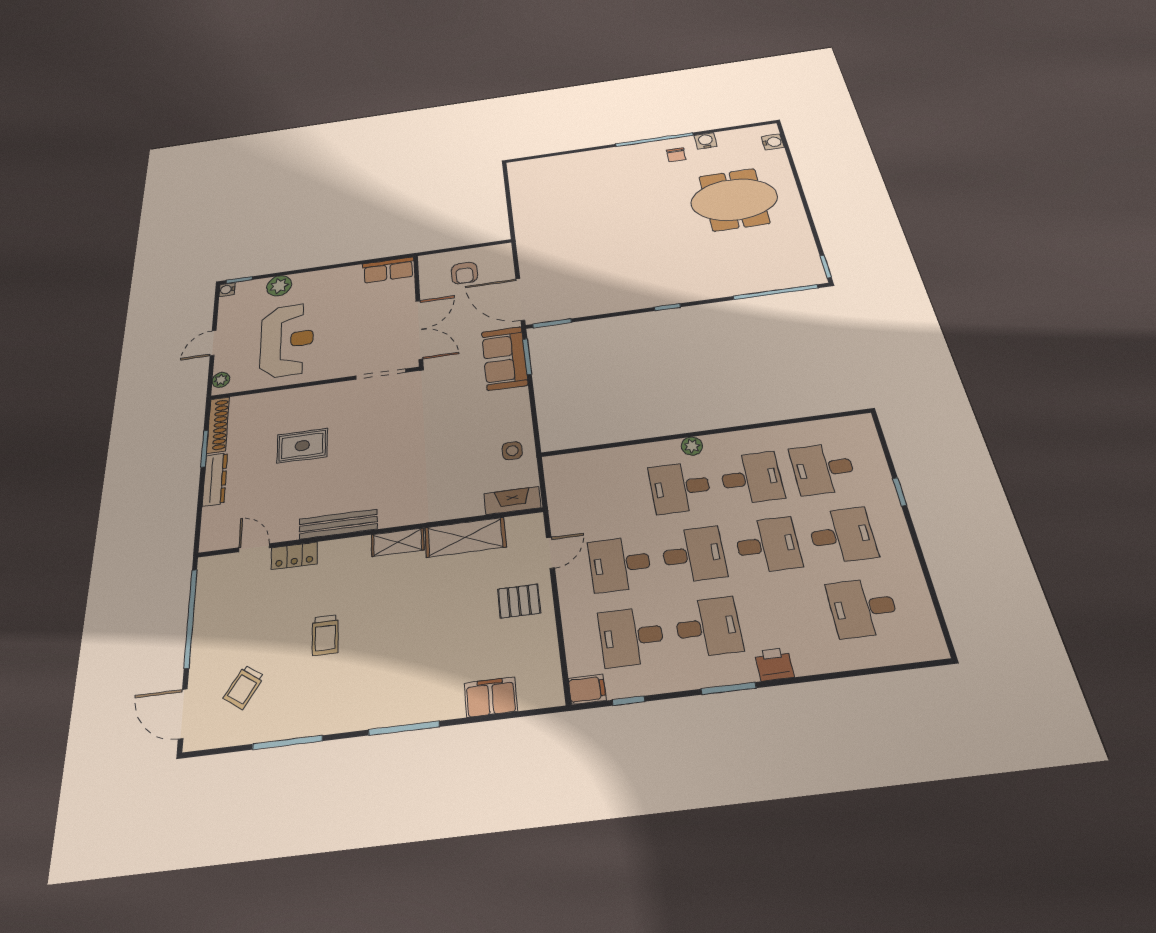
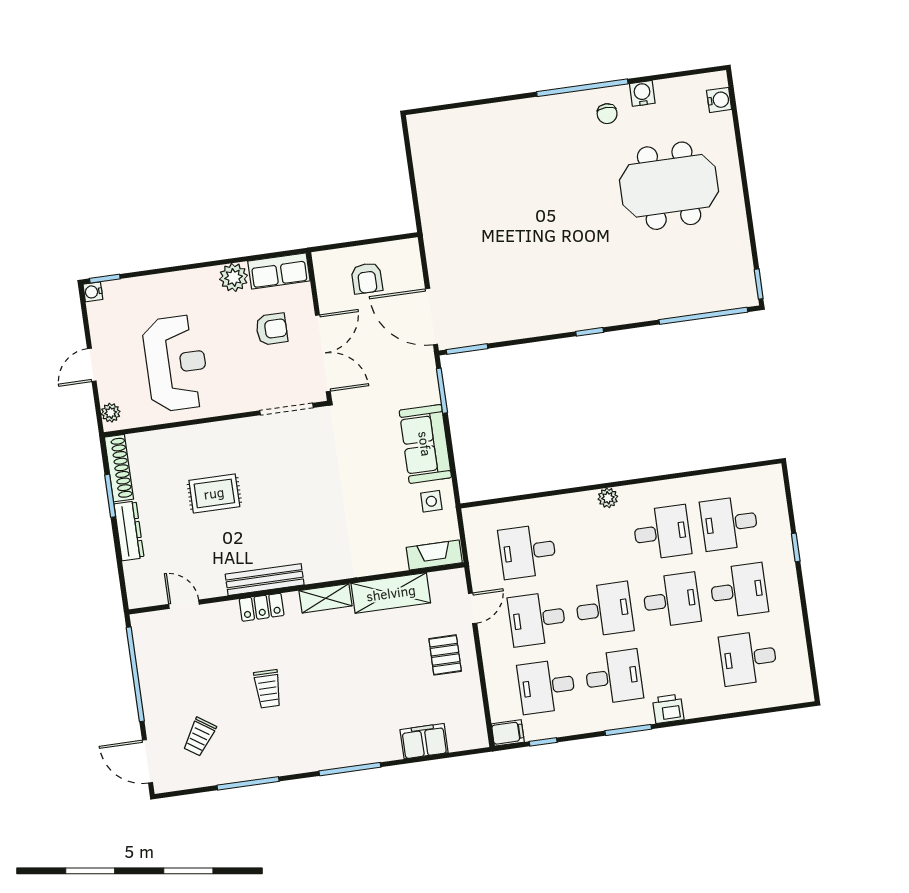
plant: (279, 286) -> (234, 277), moved
armchair: (376, 312) -> (272, 329), added
sofa: (505, 358) -> (425, 444), moved
desk: (680, 487) -> (528, 551), moved
locker: (294, 556) -> (262, 607), moved
pallet: (519, 601) -> (445, 655), turned 90

